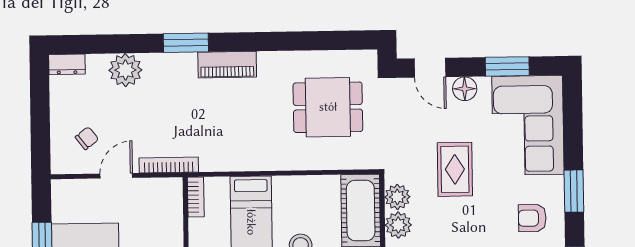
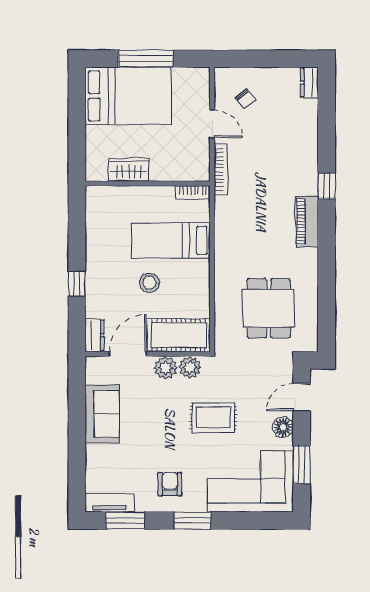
window: (186, 43) -> (327, 186), width x0.67
plant: (125, 70) -> (304, 133), removed

